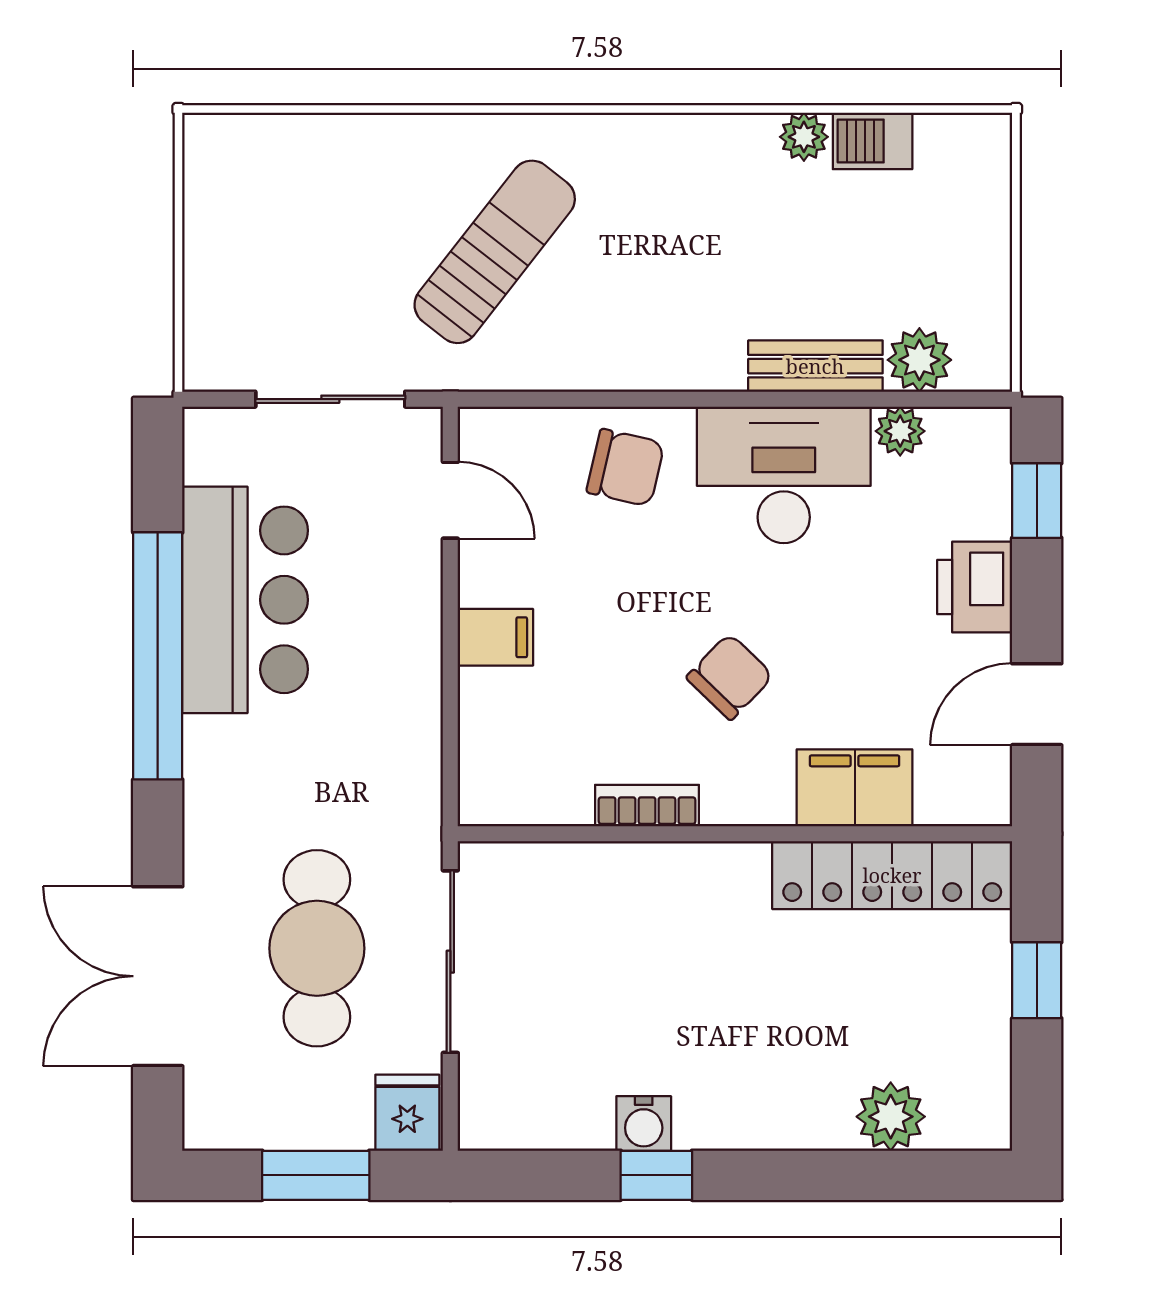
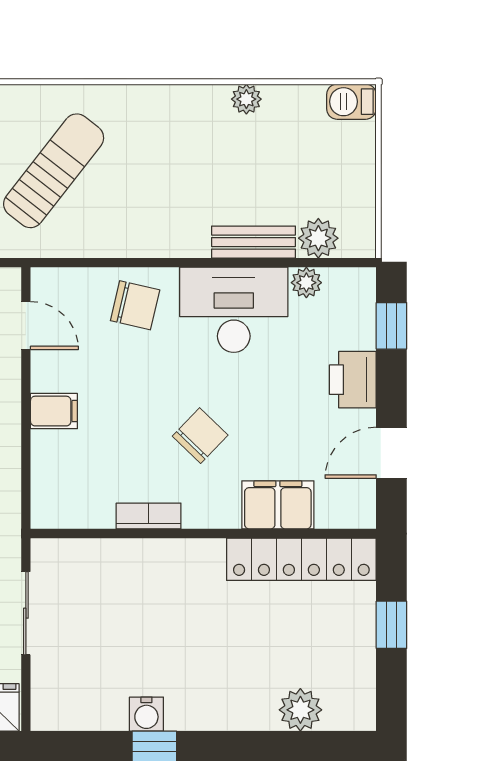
barbecue: (873, 141) -> (351, 102), moved
sliding door: (450, 962) -> (26, 613), width x0.73

